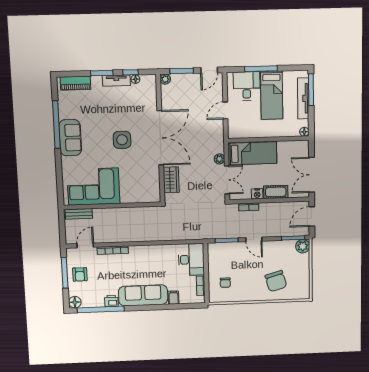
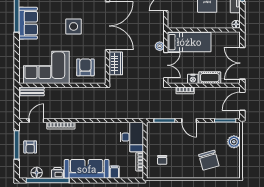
armchair: (137, 185) -> (85, 67), added
plant: (303, 246) -> (234, 142), moved
floor lamp: (75, 302) -> (37, 173), moved

